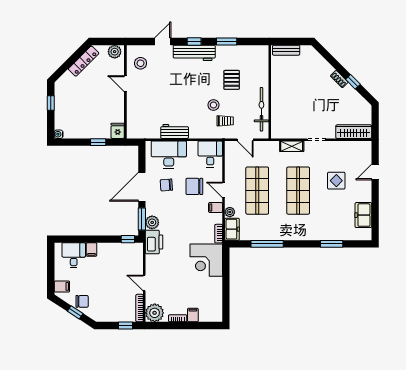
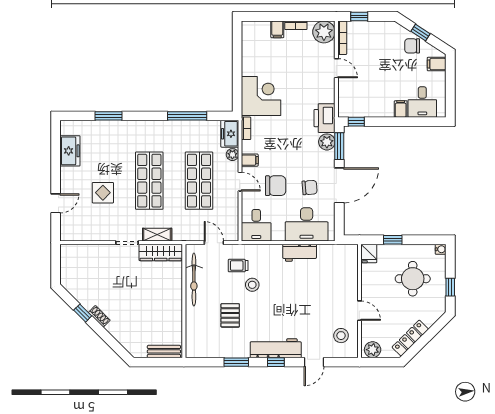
round table: (82, 110) -> (413, 279), added
wardrobe: (354, 132) -> (161, 252), moved

